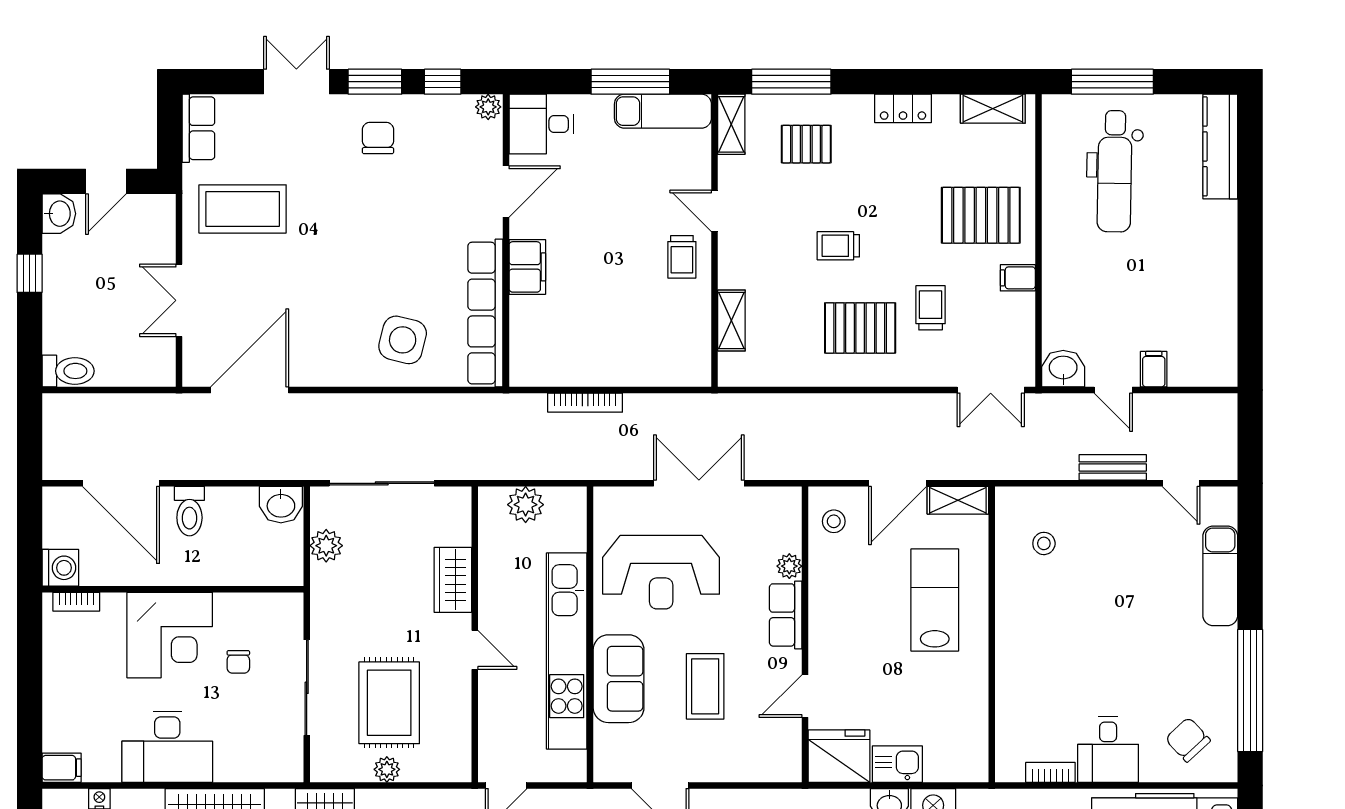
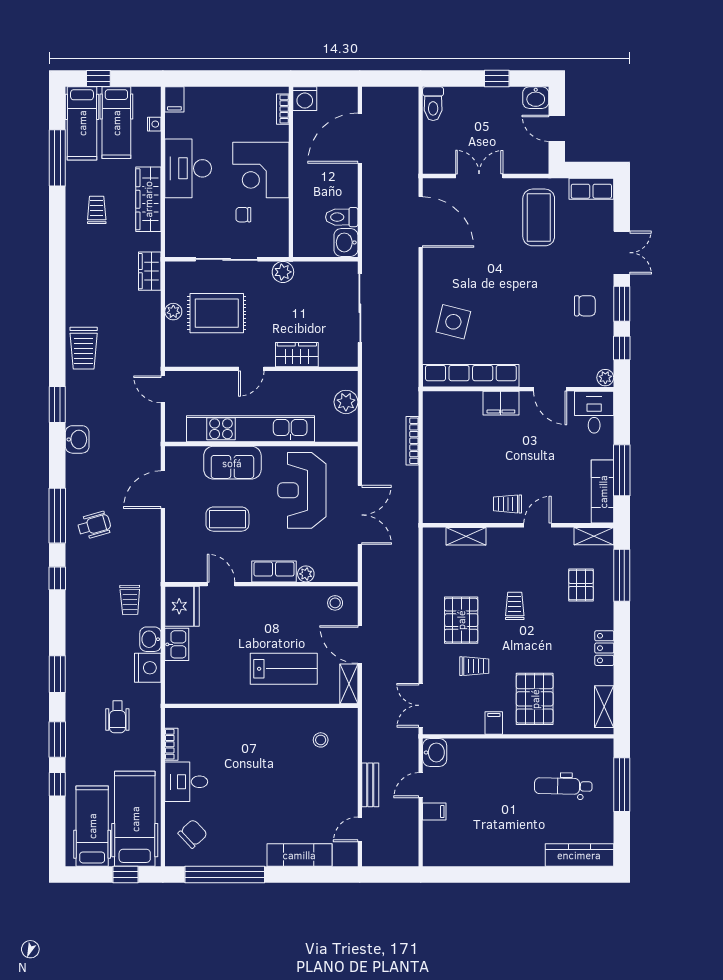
dental chair: (1115, 171) -> (563, 786), width x0.73, depth x0.72
toilet: (189, 511) -> (342, 217), moved
plant: (326, 546) -> (283, 272), moved

